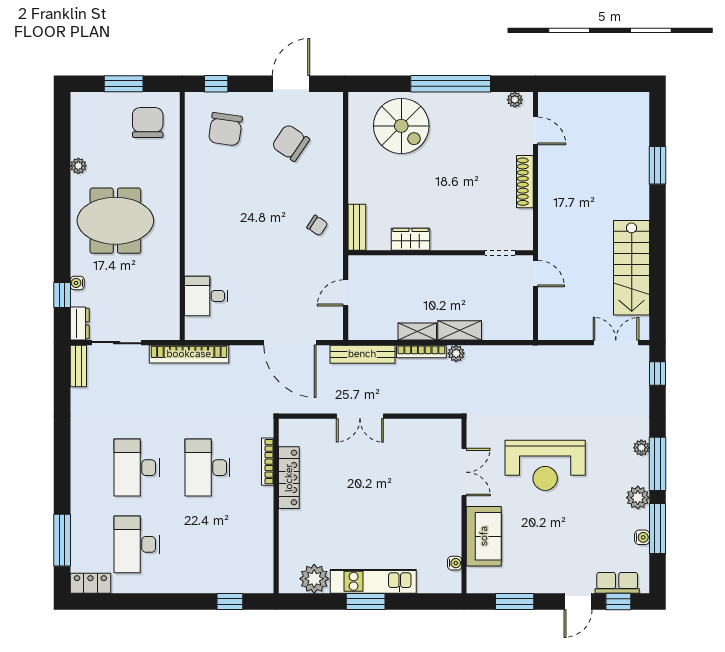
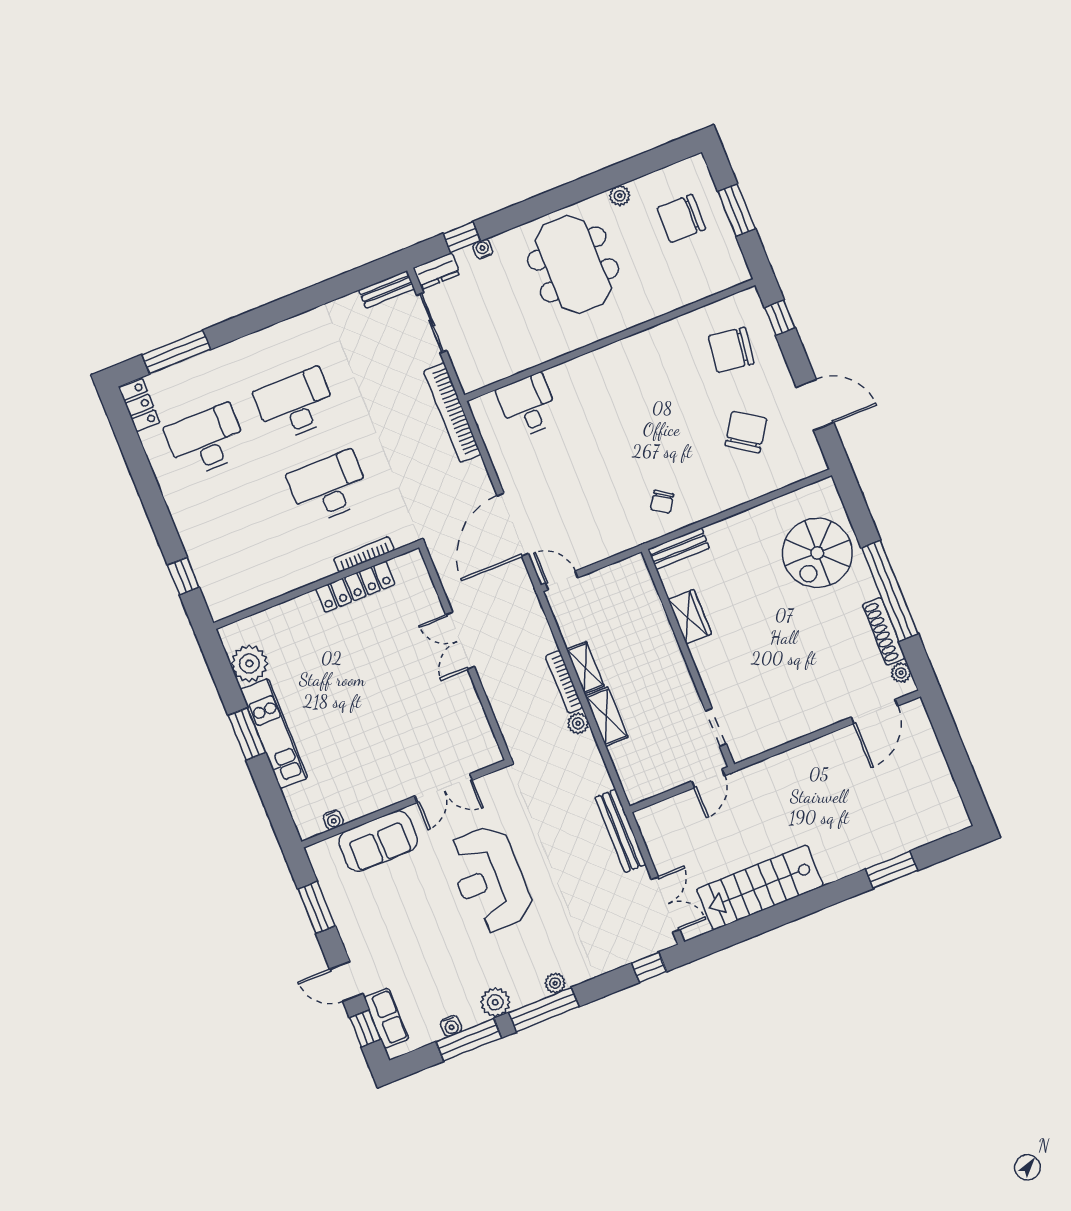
chair: (148, 123) -> (681, 218), moved, turned 180
door: (535, 131) -> (874, 712), width x1.38
shoe rack: (525, 182) -> (884, 631), moved, turned -90
door: (346, 293) -> (562, 580), moved
bench: (362, 354) -> (620, 831), moved

